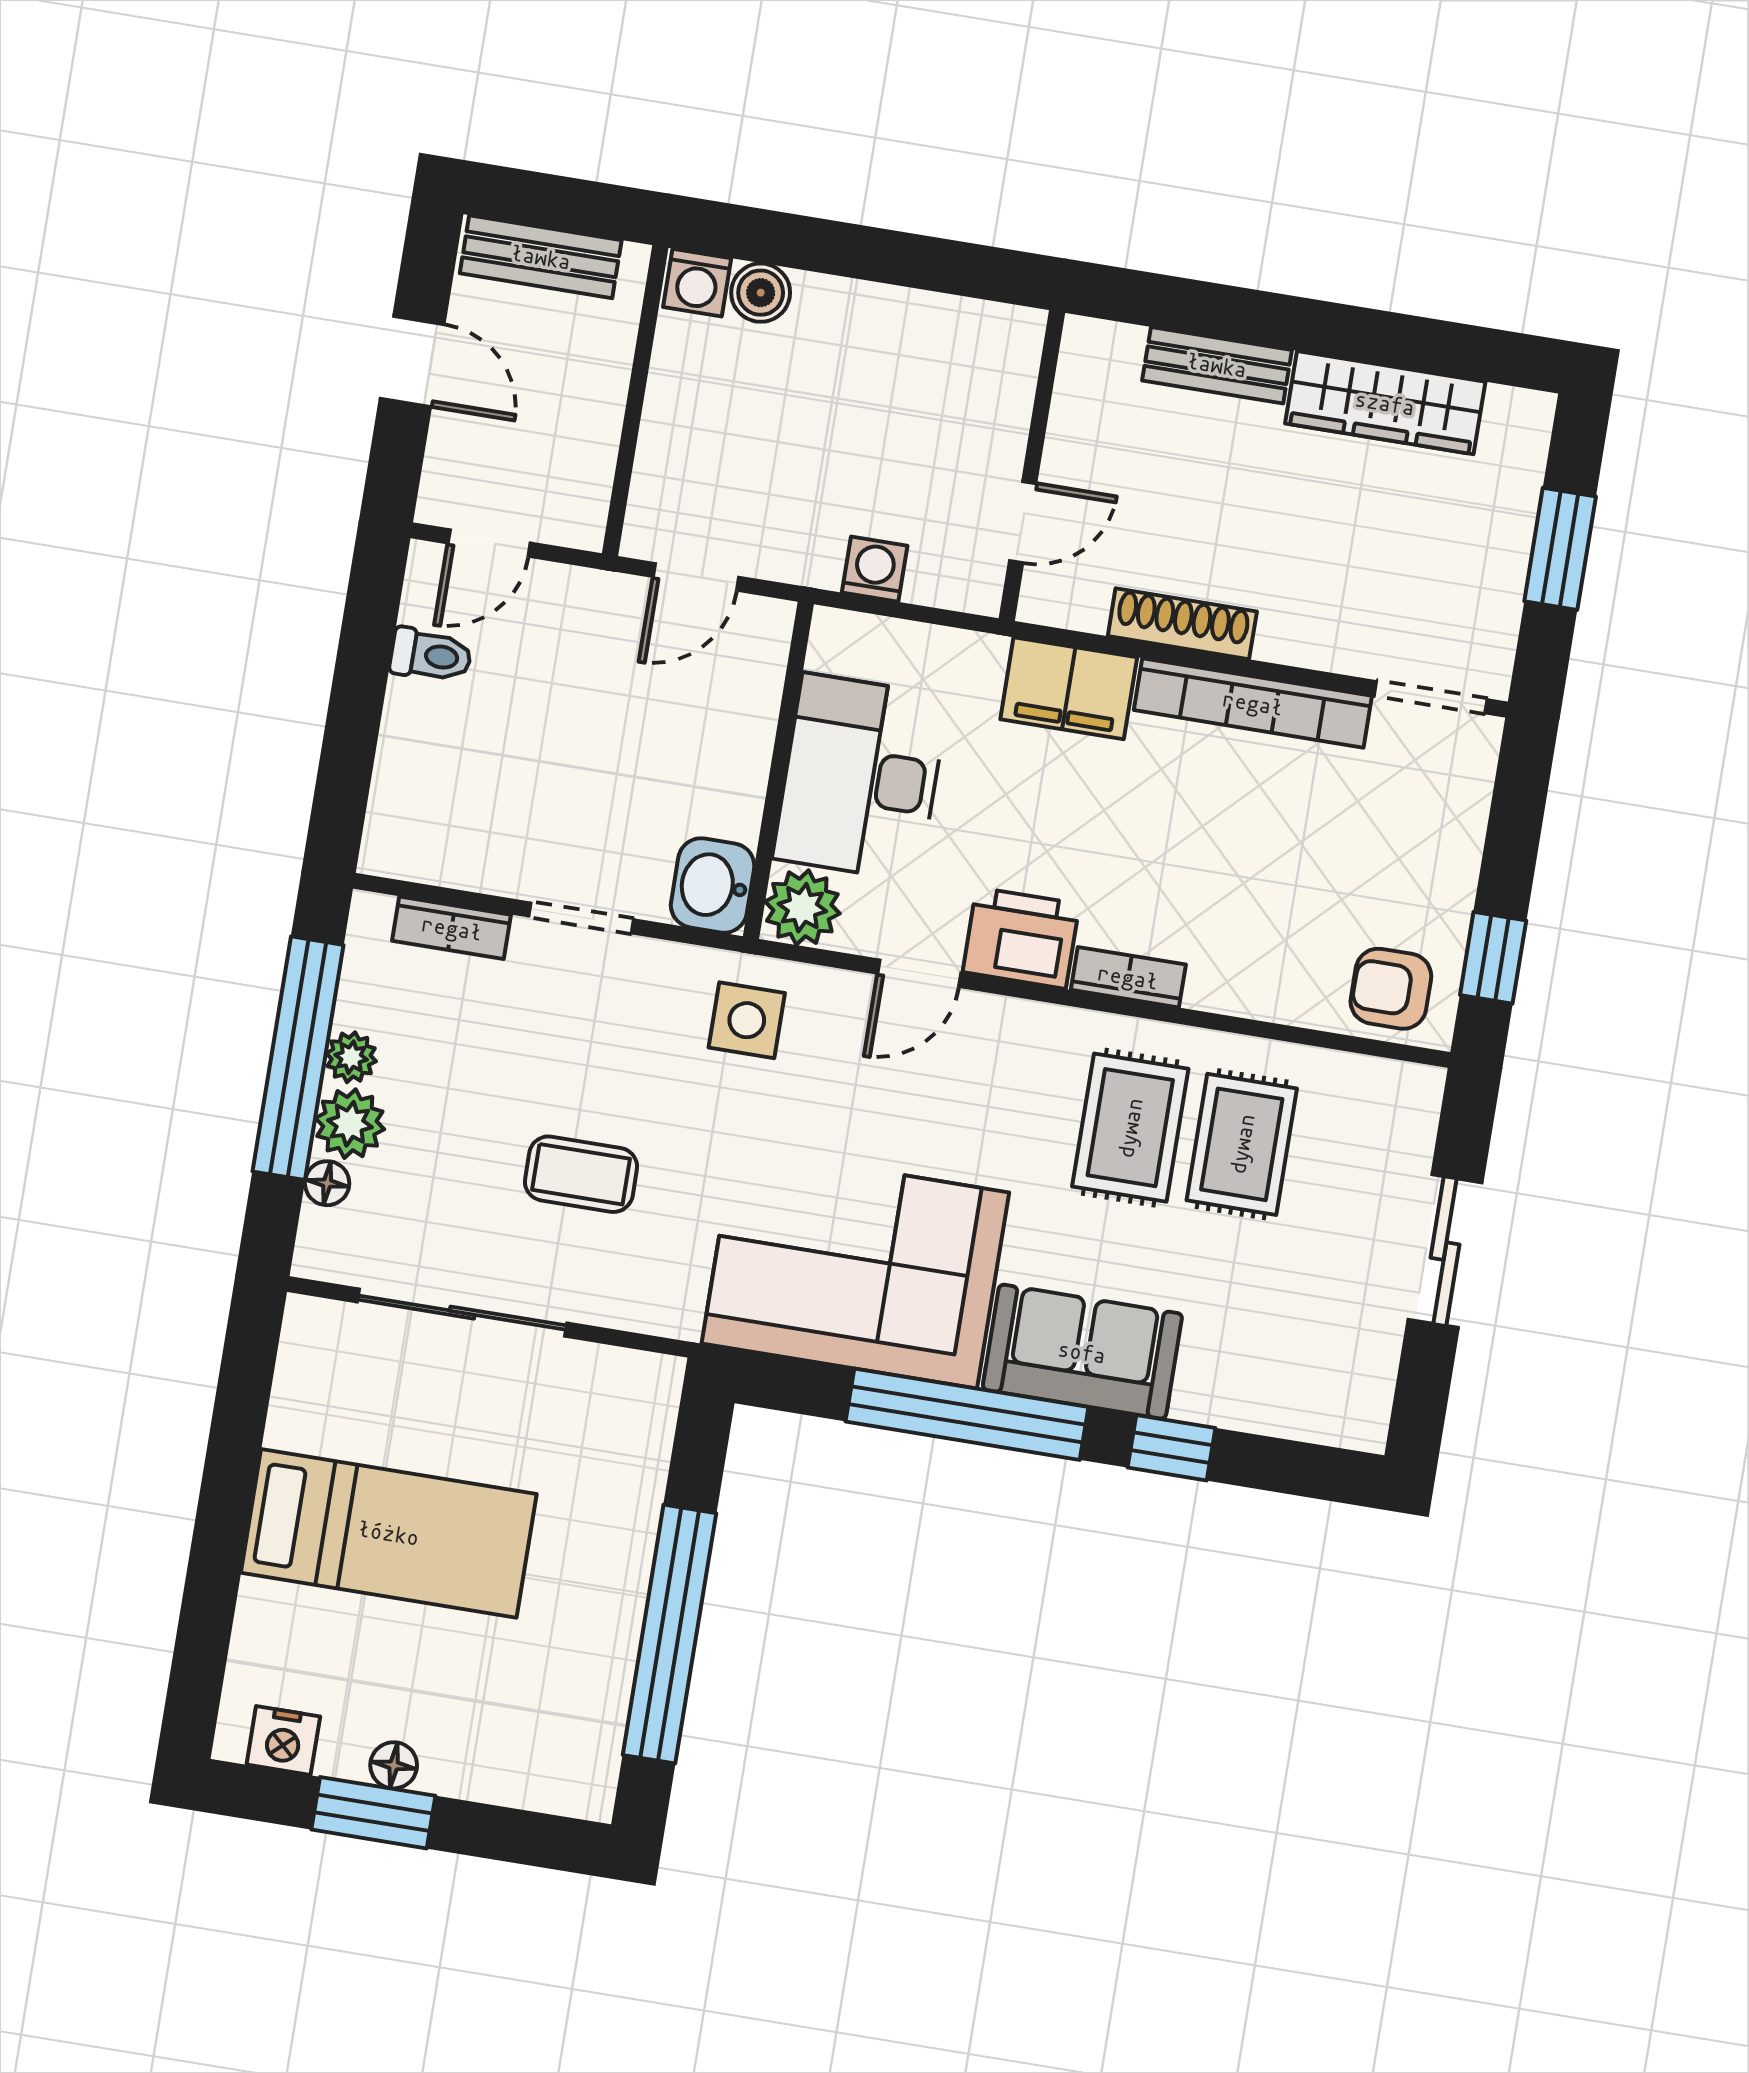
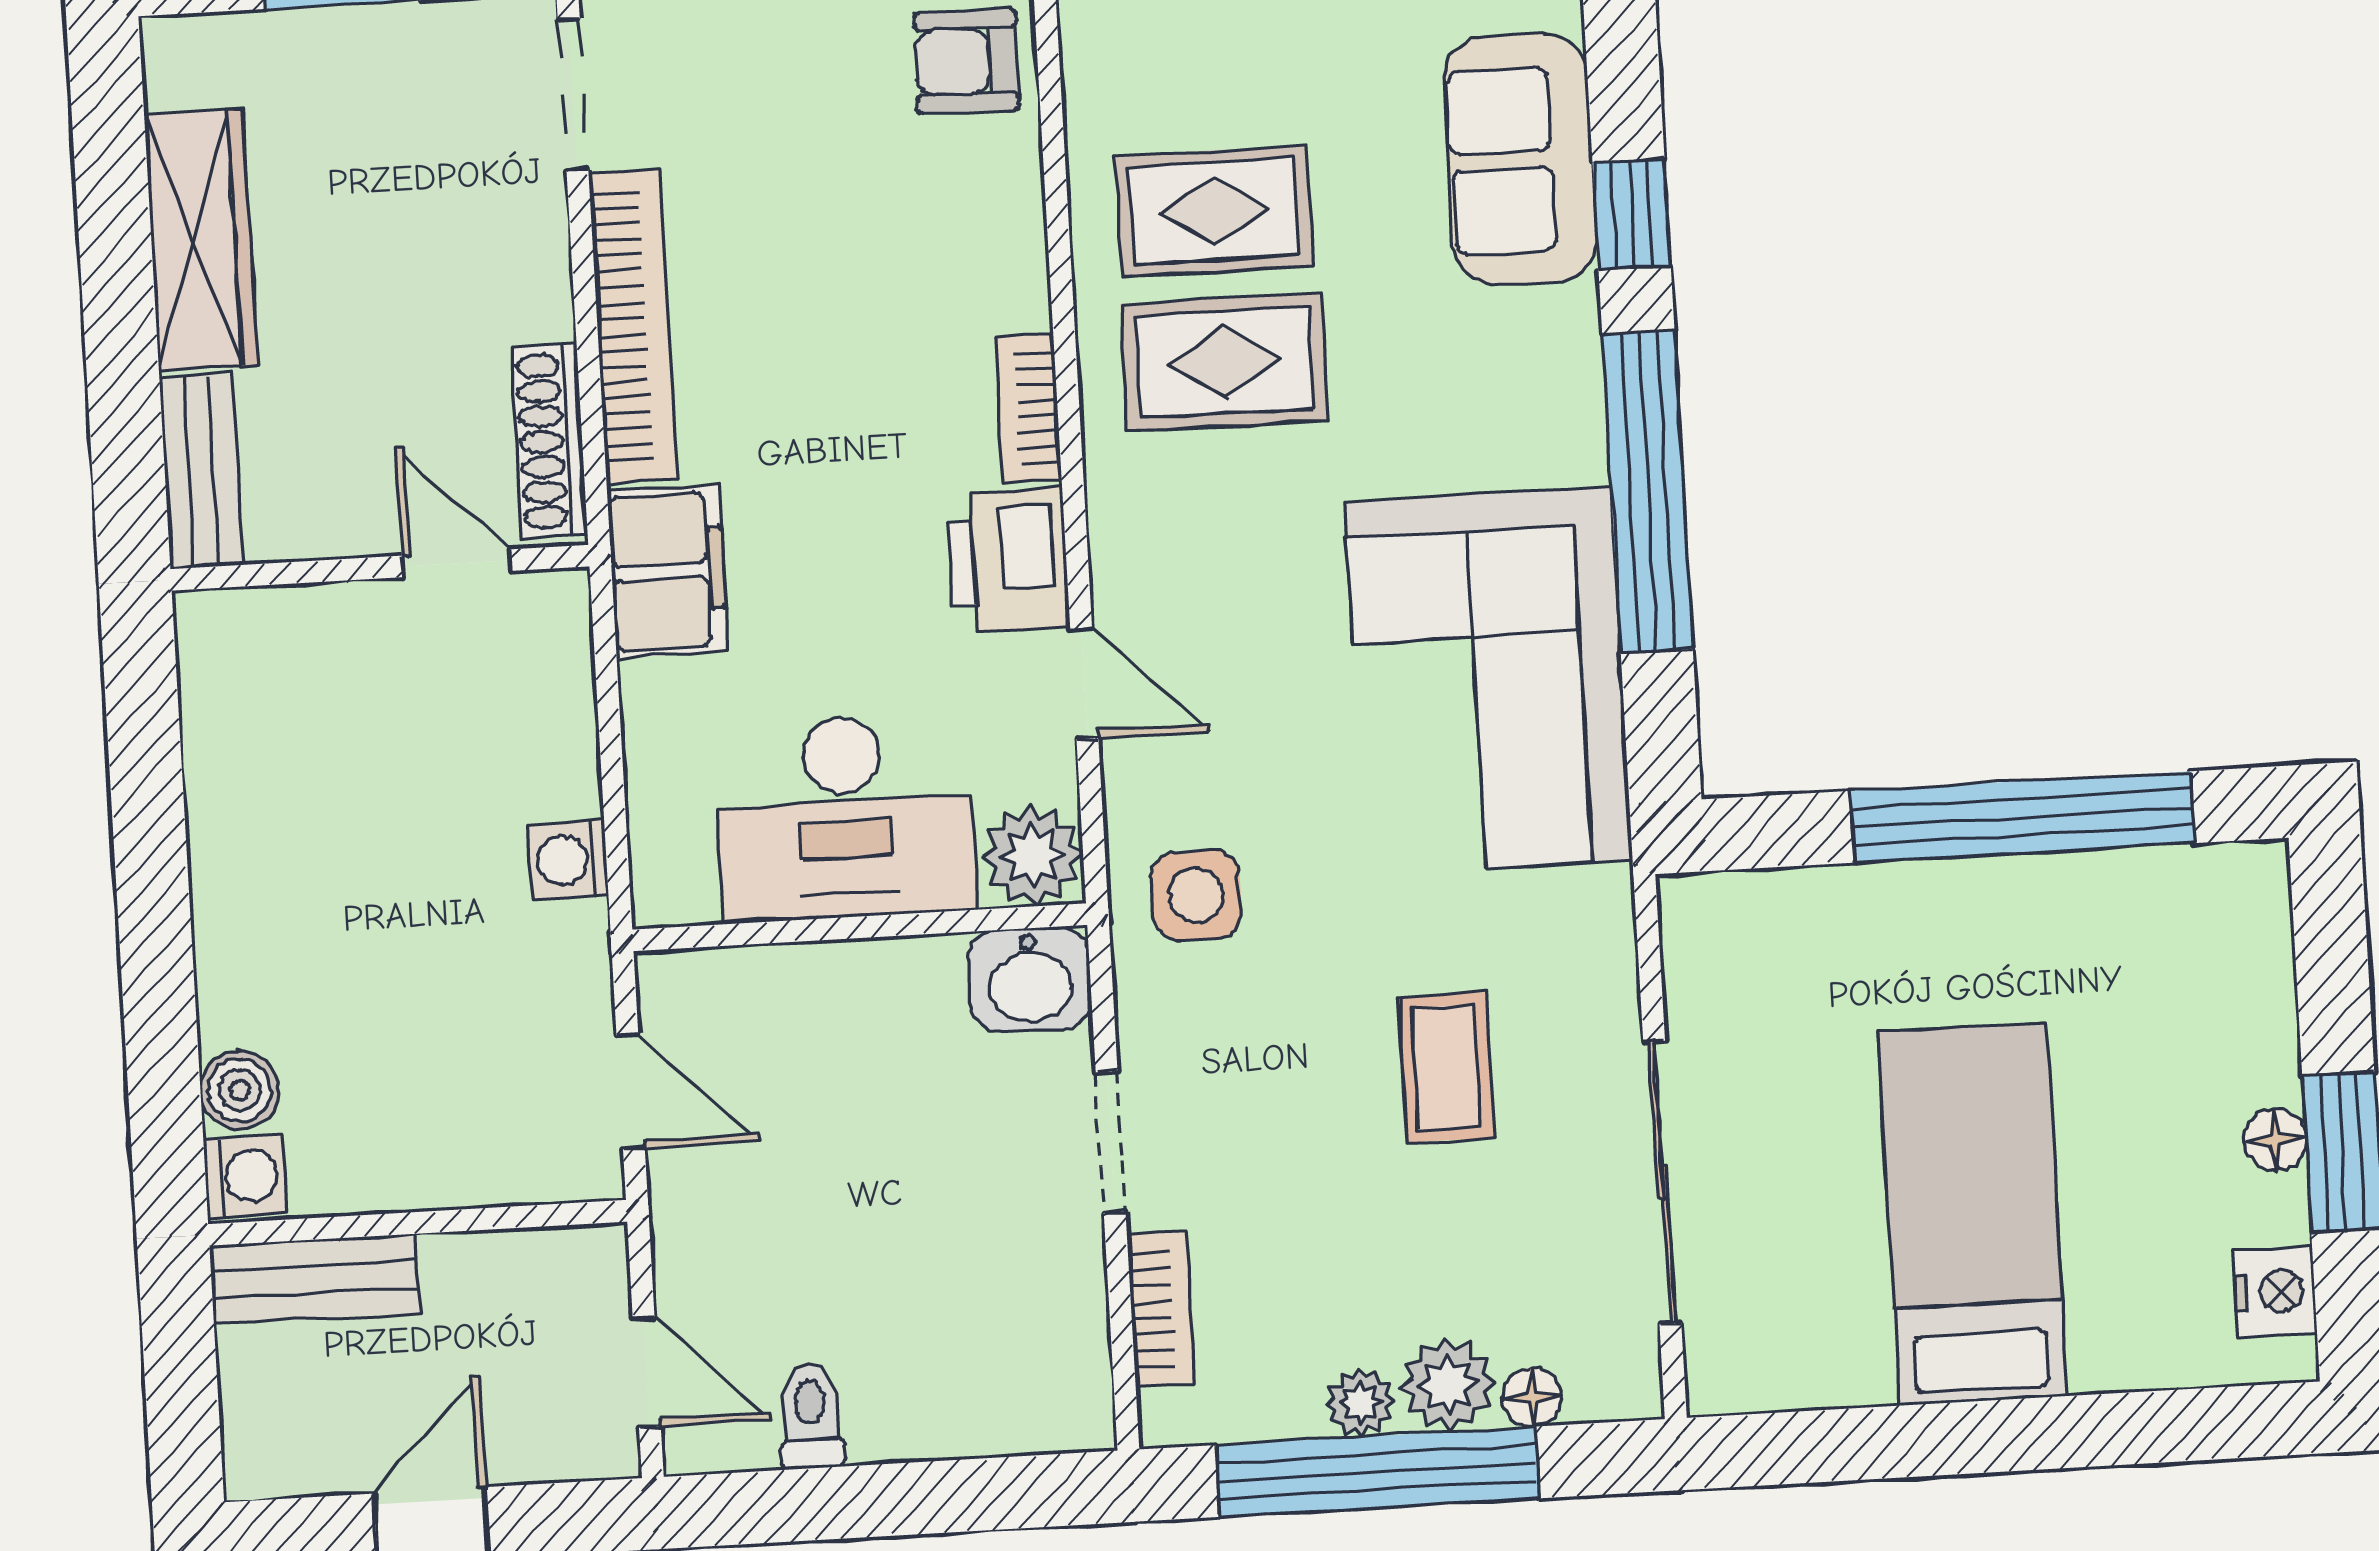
bench: (541, 257) -> (315, 1279), moved, turned 90
wall: (1032, 466) -> (380, 568), moved
door: (1023, 522) -> (457, 563), moved
armchair: (1391, 989) -> (966, 61), turned 91
sofa: (1082, 1352) -> (1520, 160), moved

